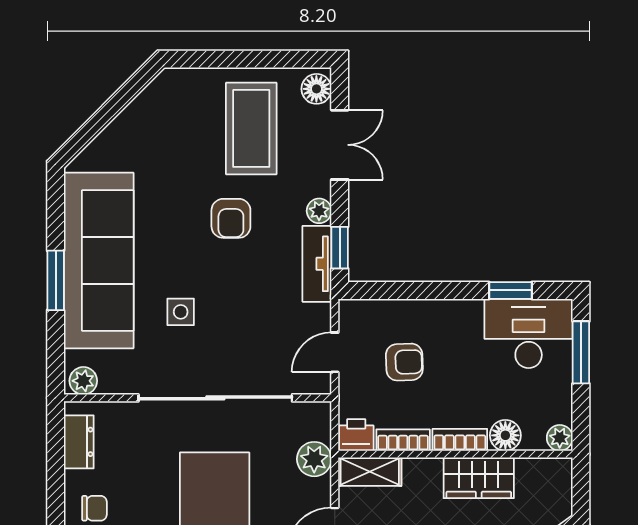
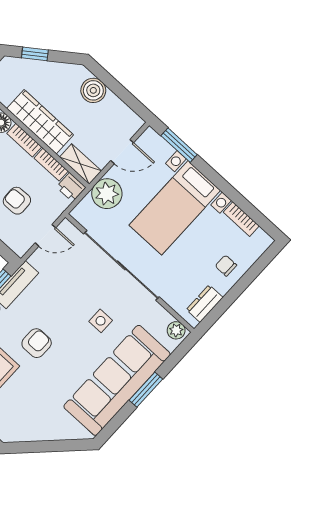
plant: (314, 459) -> (107, 194), width x1.36, depth x1.36
wardrobe: (479, 478) -> (40, 122), width x1.50

